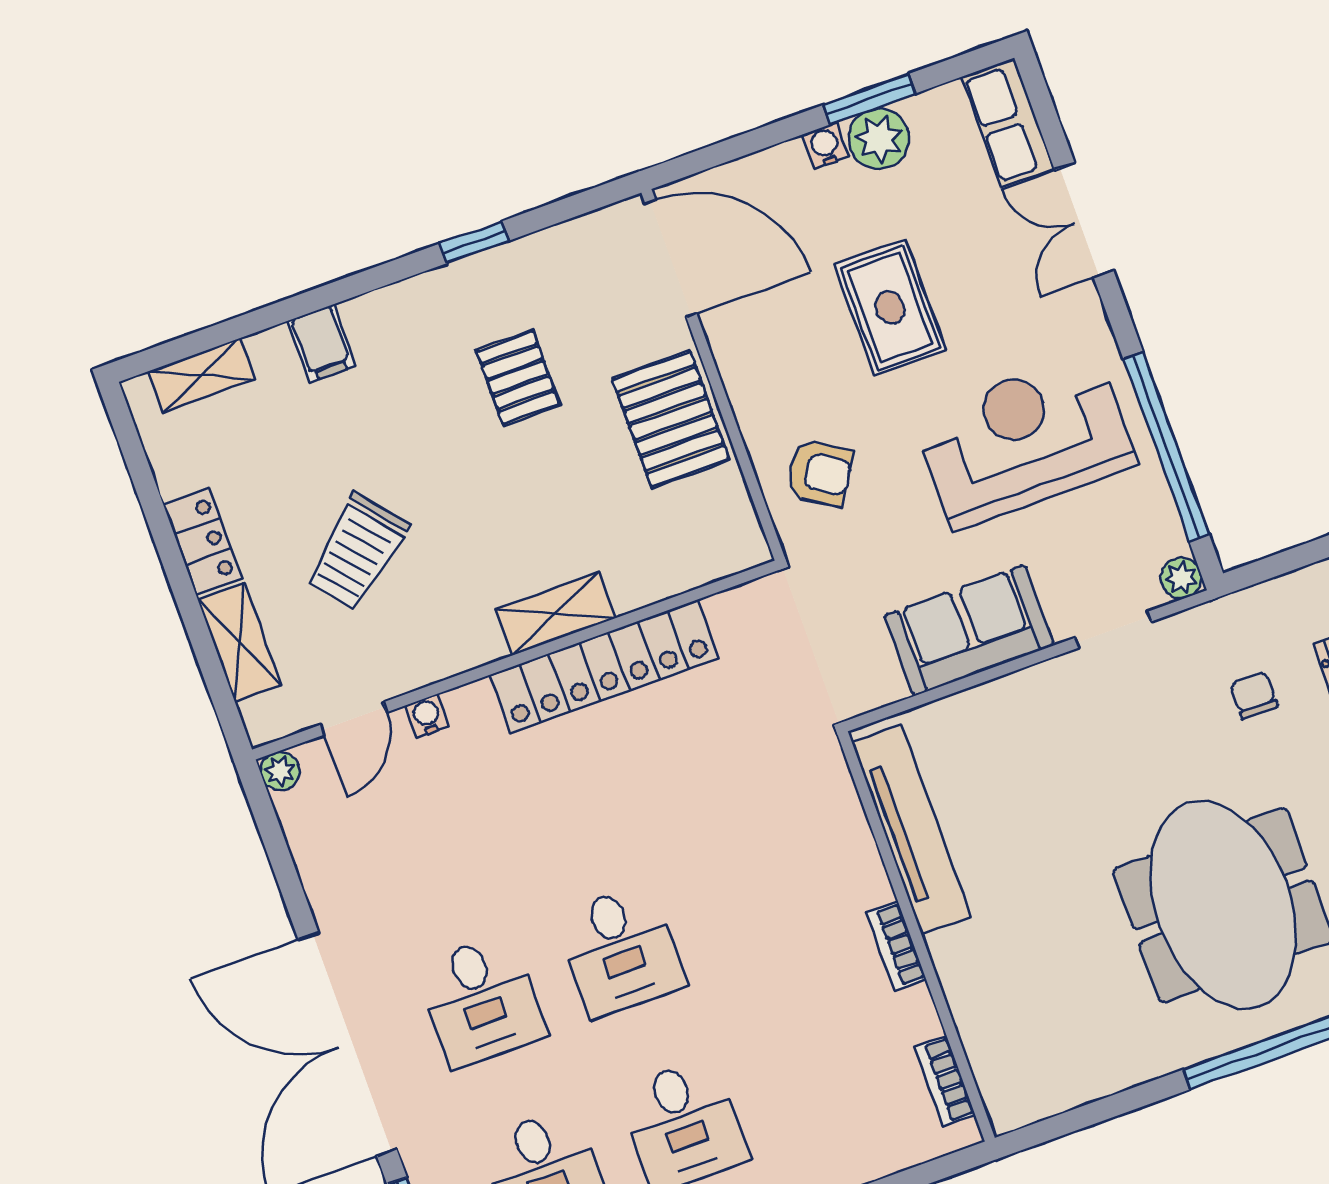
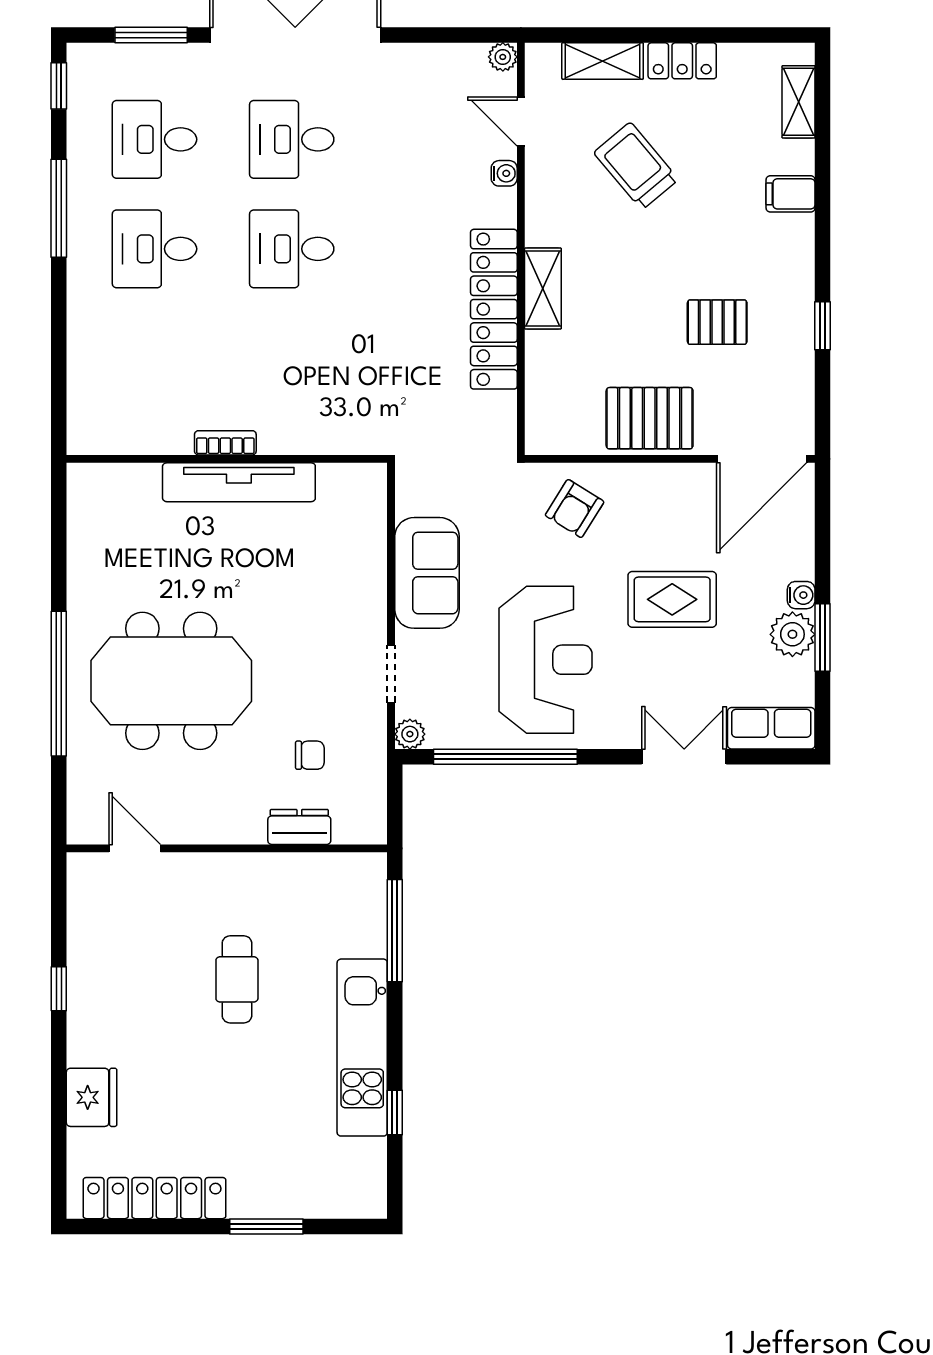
tv unit: (911, 830) -> (239, 482), moved
bookcase: (945, 1081) -> (119, 442), removed

